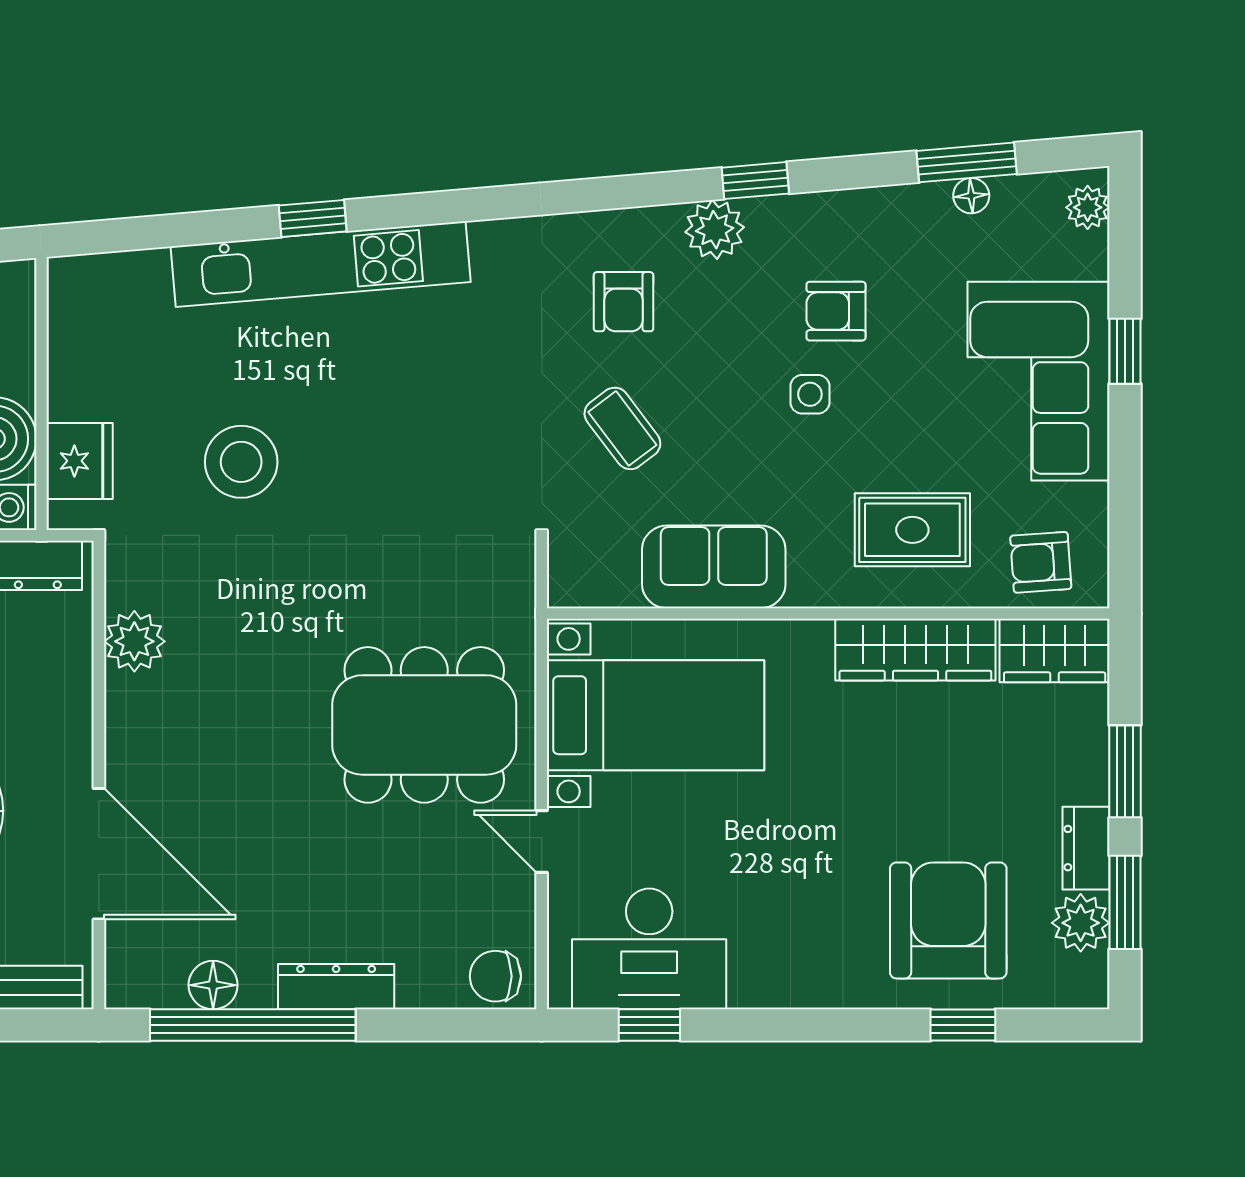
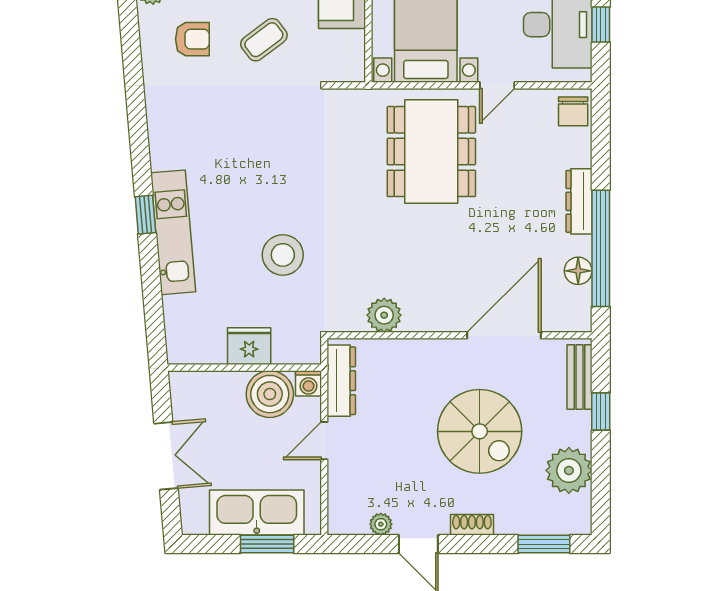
kitchen unit: (321, 264) -> (173, 232), width x0.73
fridge: (80, 461) -> (249, 346), moved

